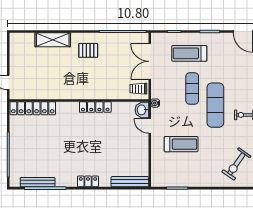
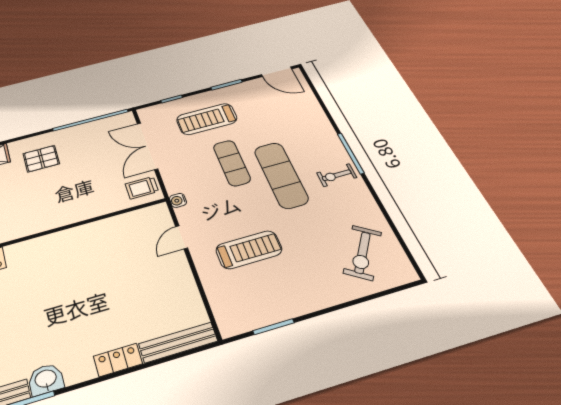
locker: (95, 107) -> (75, 236), removed
washbasin: (142, 110) -> (46, 379), moved, turned 90
door: (150, 126) -> (182, 237), hinge flipped
locker: (88, 181) -> (118, 360), moved

